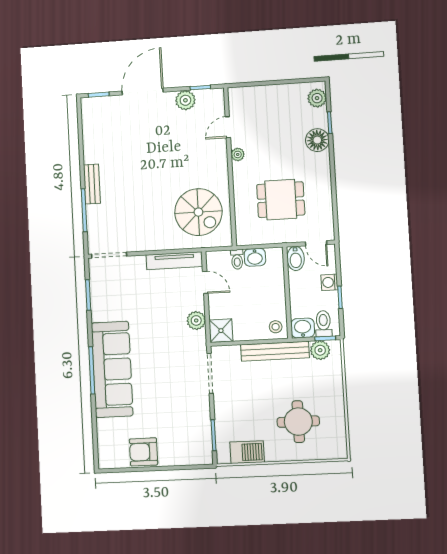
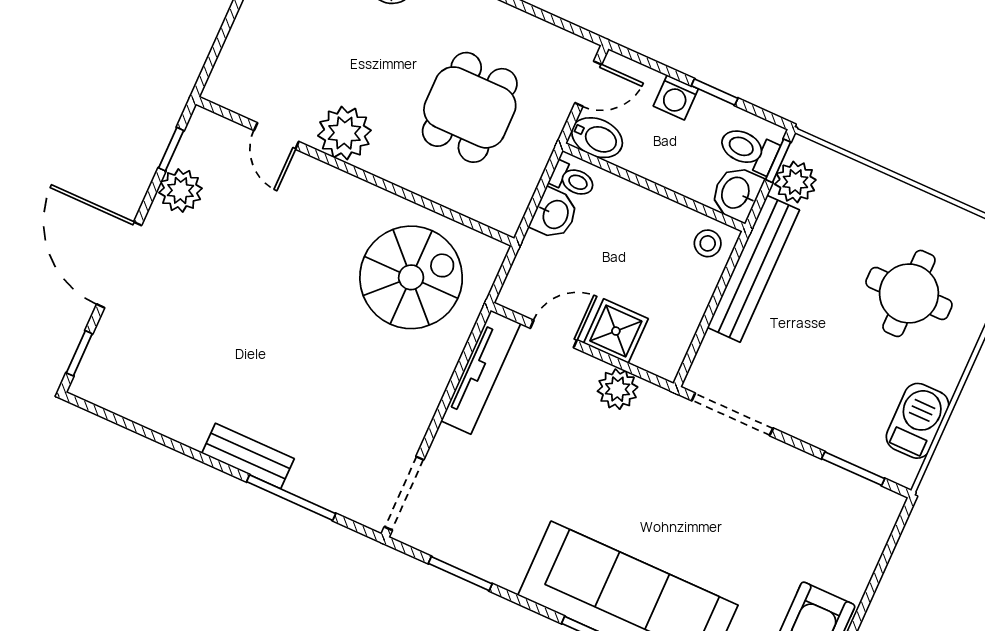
plant: (238, 154) -> (344, 133), width x1.88, depth x1.88
toilet: (237, 259) -> (573, 180), moved
shower: (221, 331) -> (616, 331), moved

